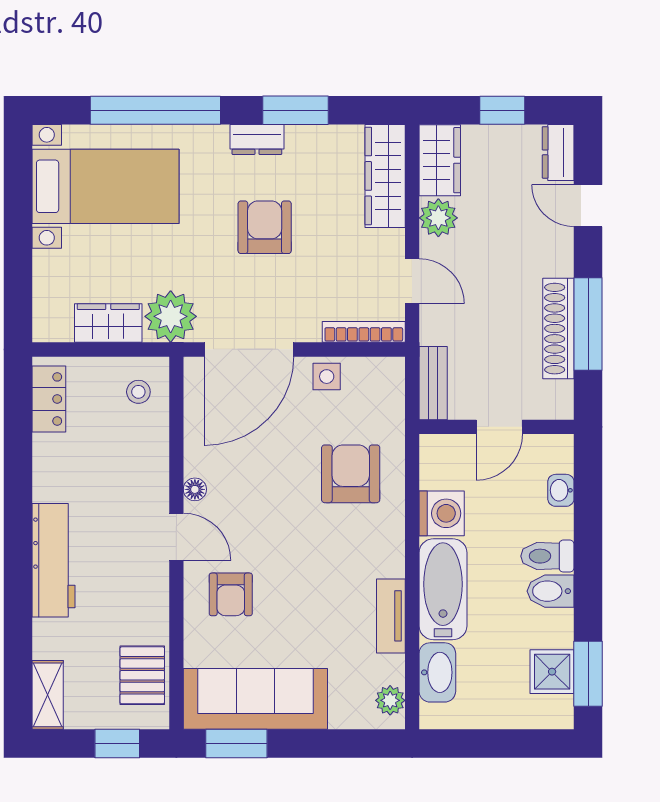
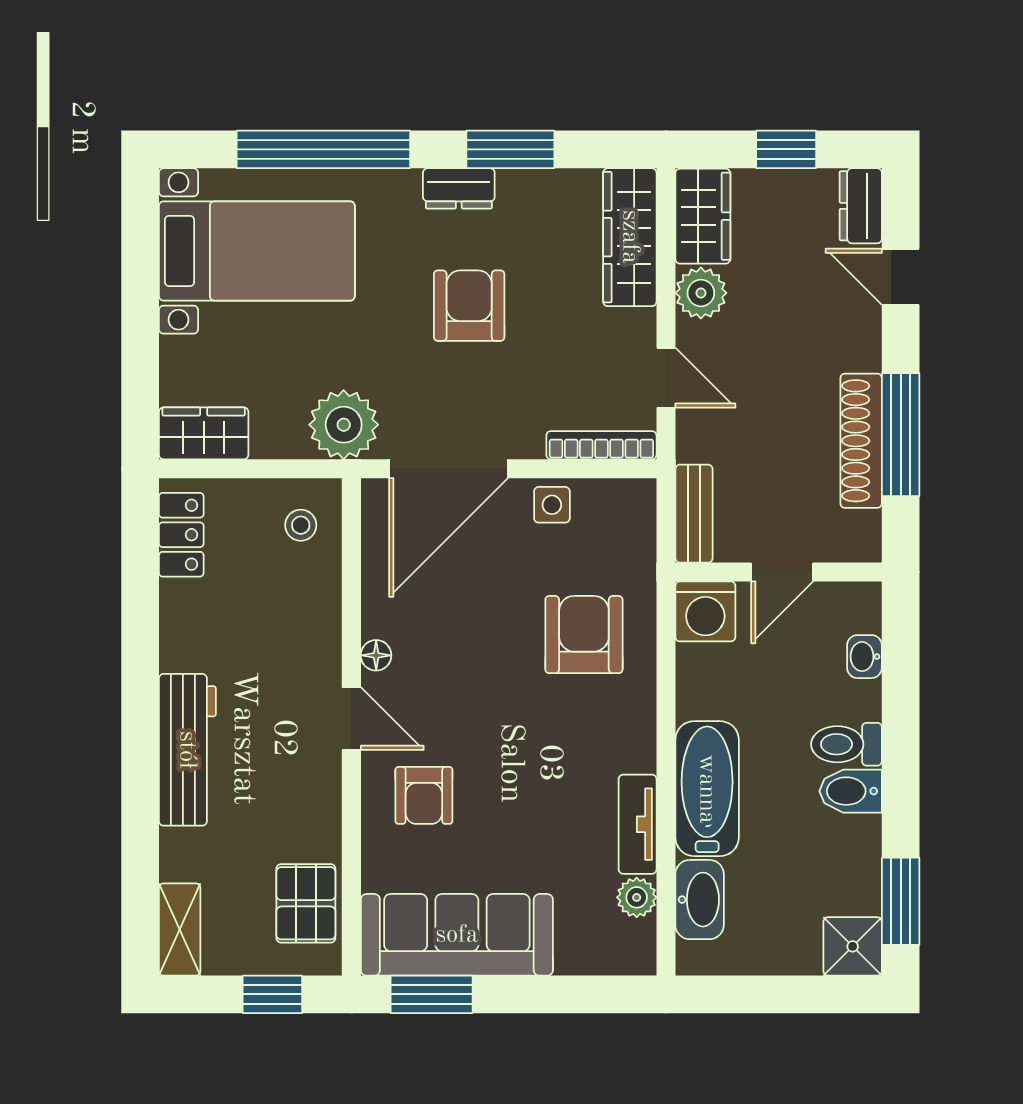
wardrobe: (108, 323) -> (204, 433), moved
washing machine: (442, 513) -> (705, 611), moved, turned 90
shower: (552, 672) -> (853, 946), moved
plant: (390, 700) -> (637, 897), moved

